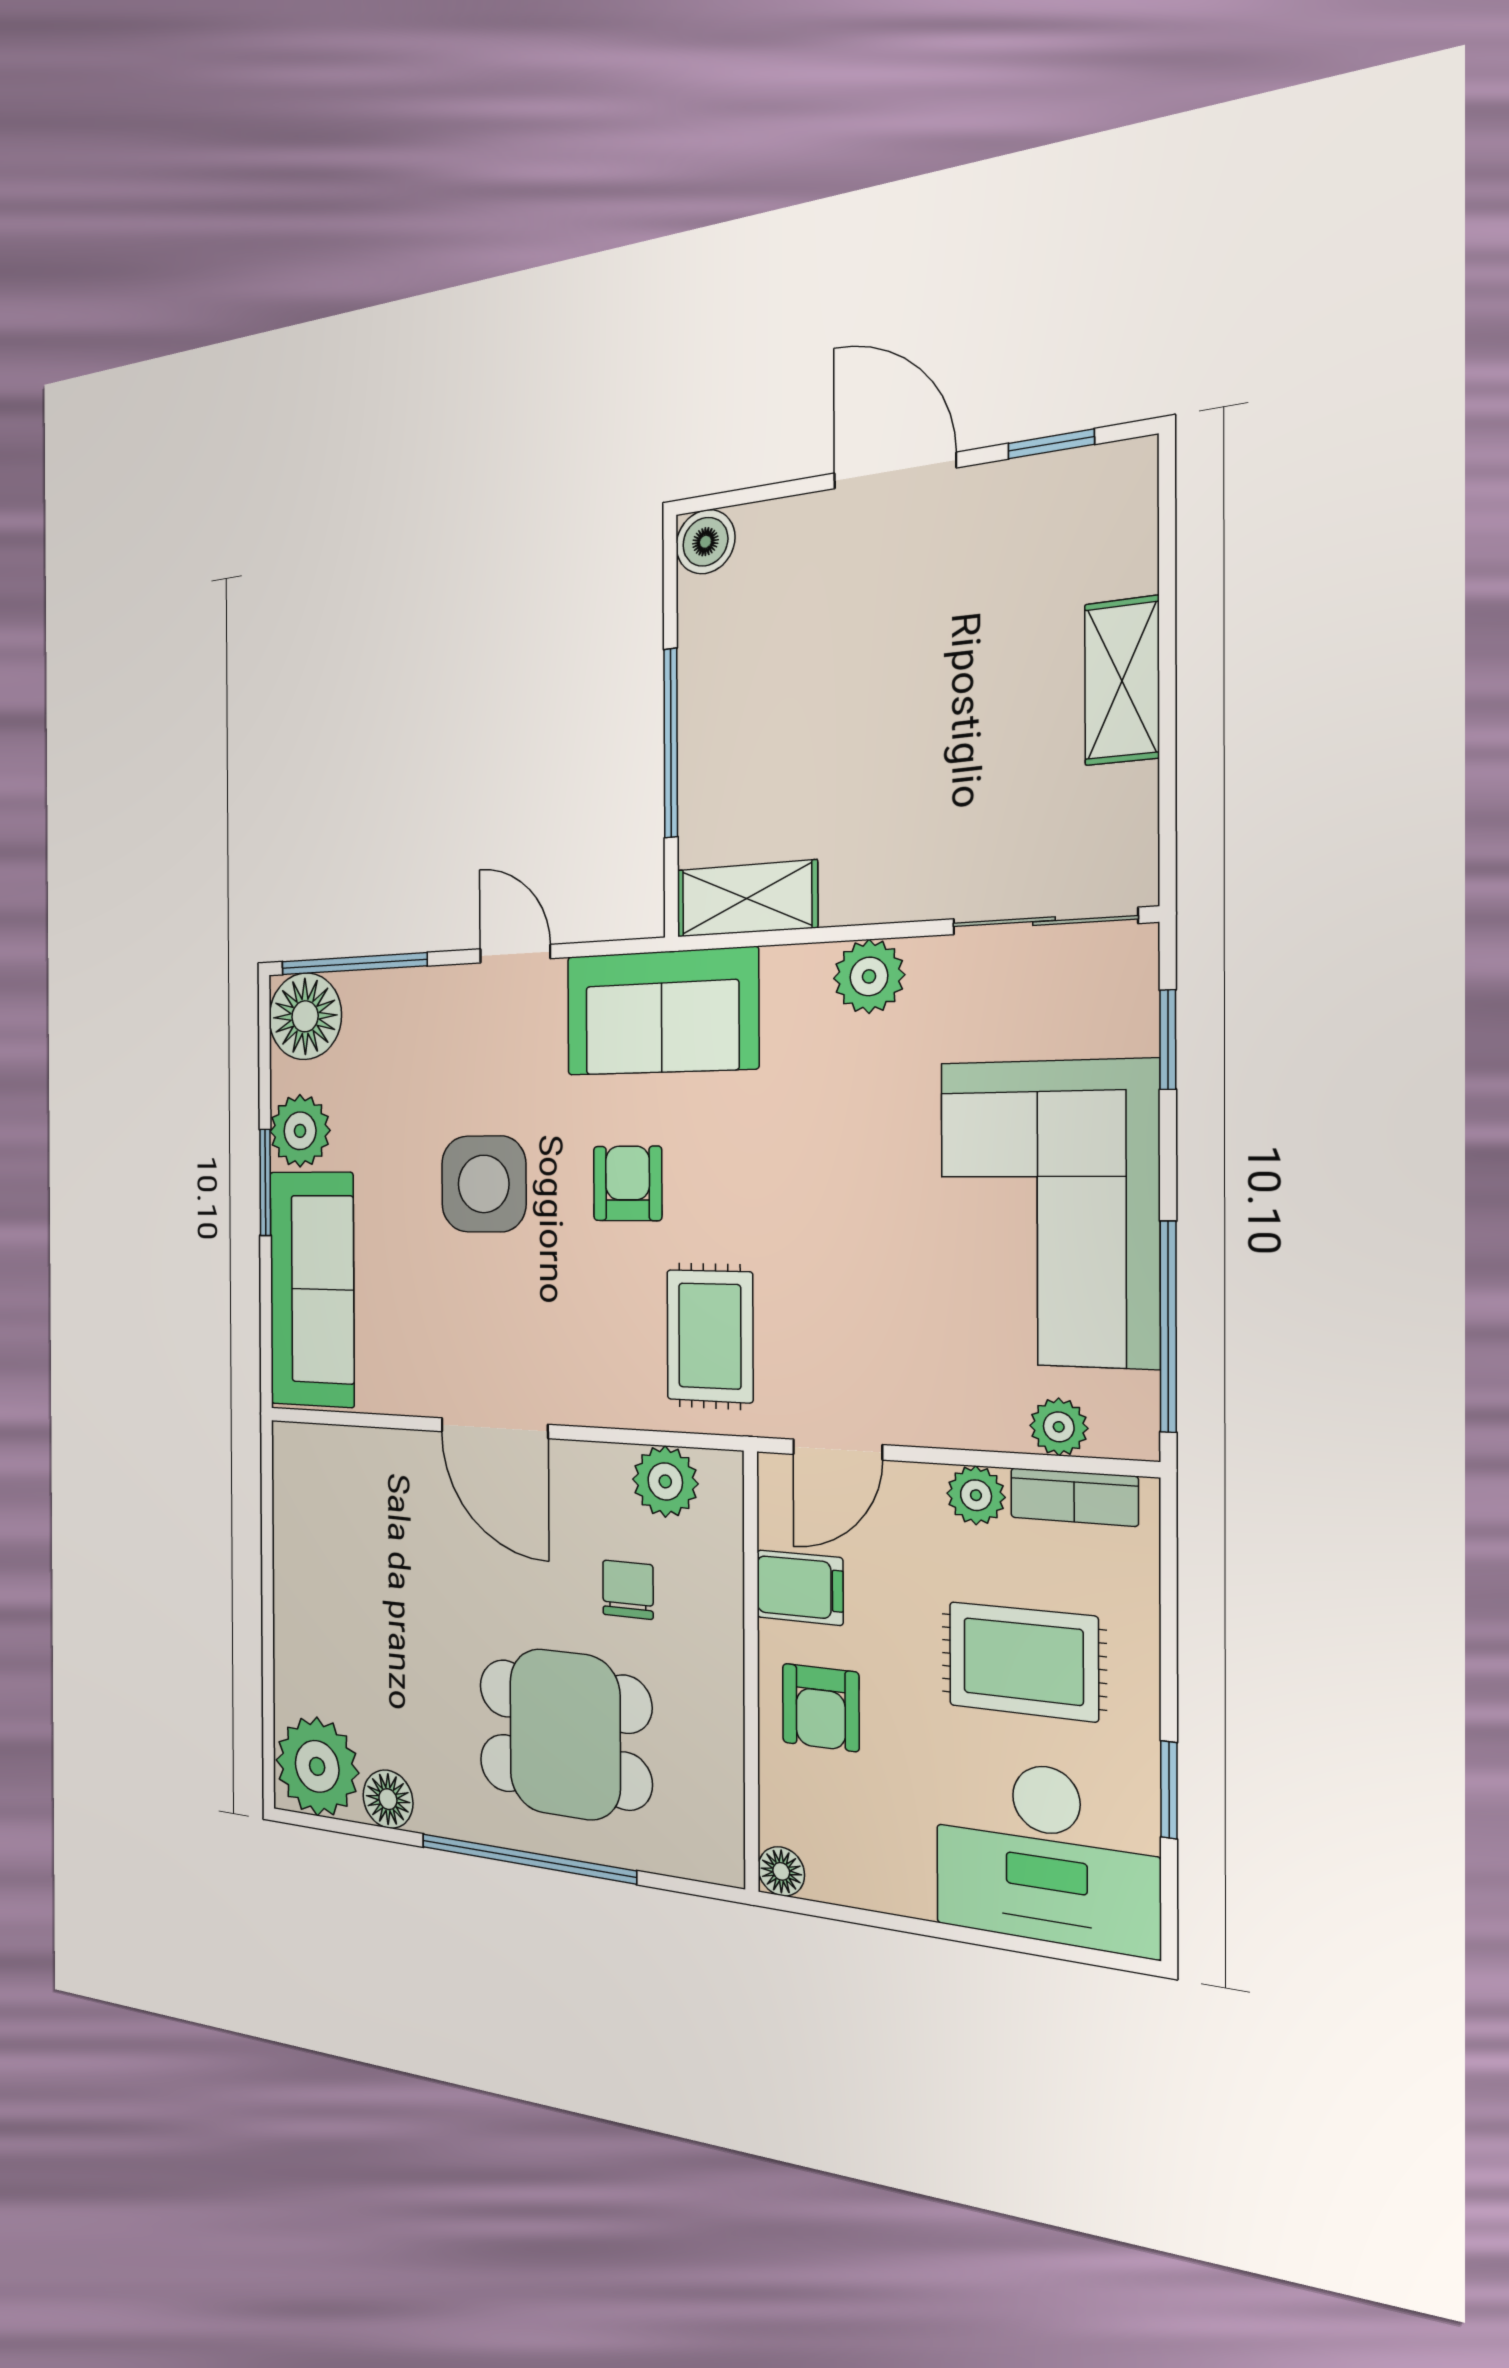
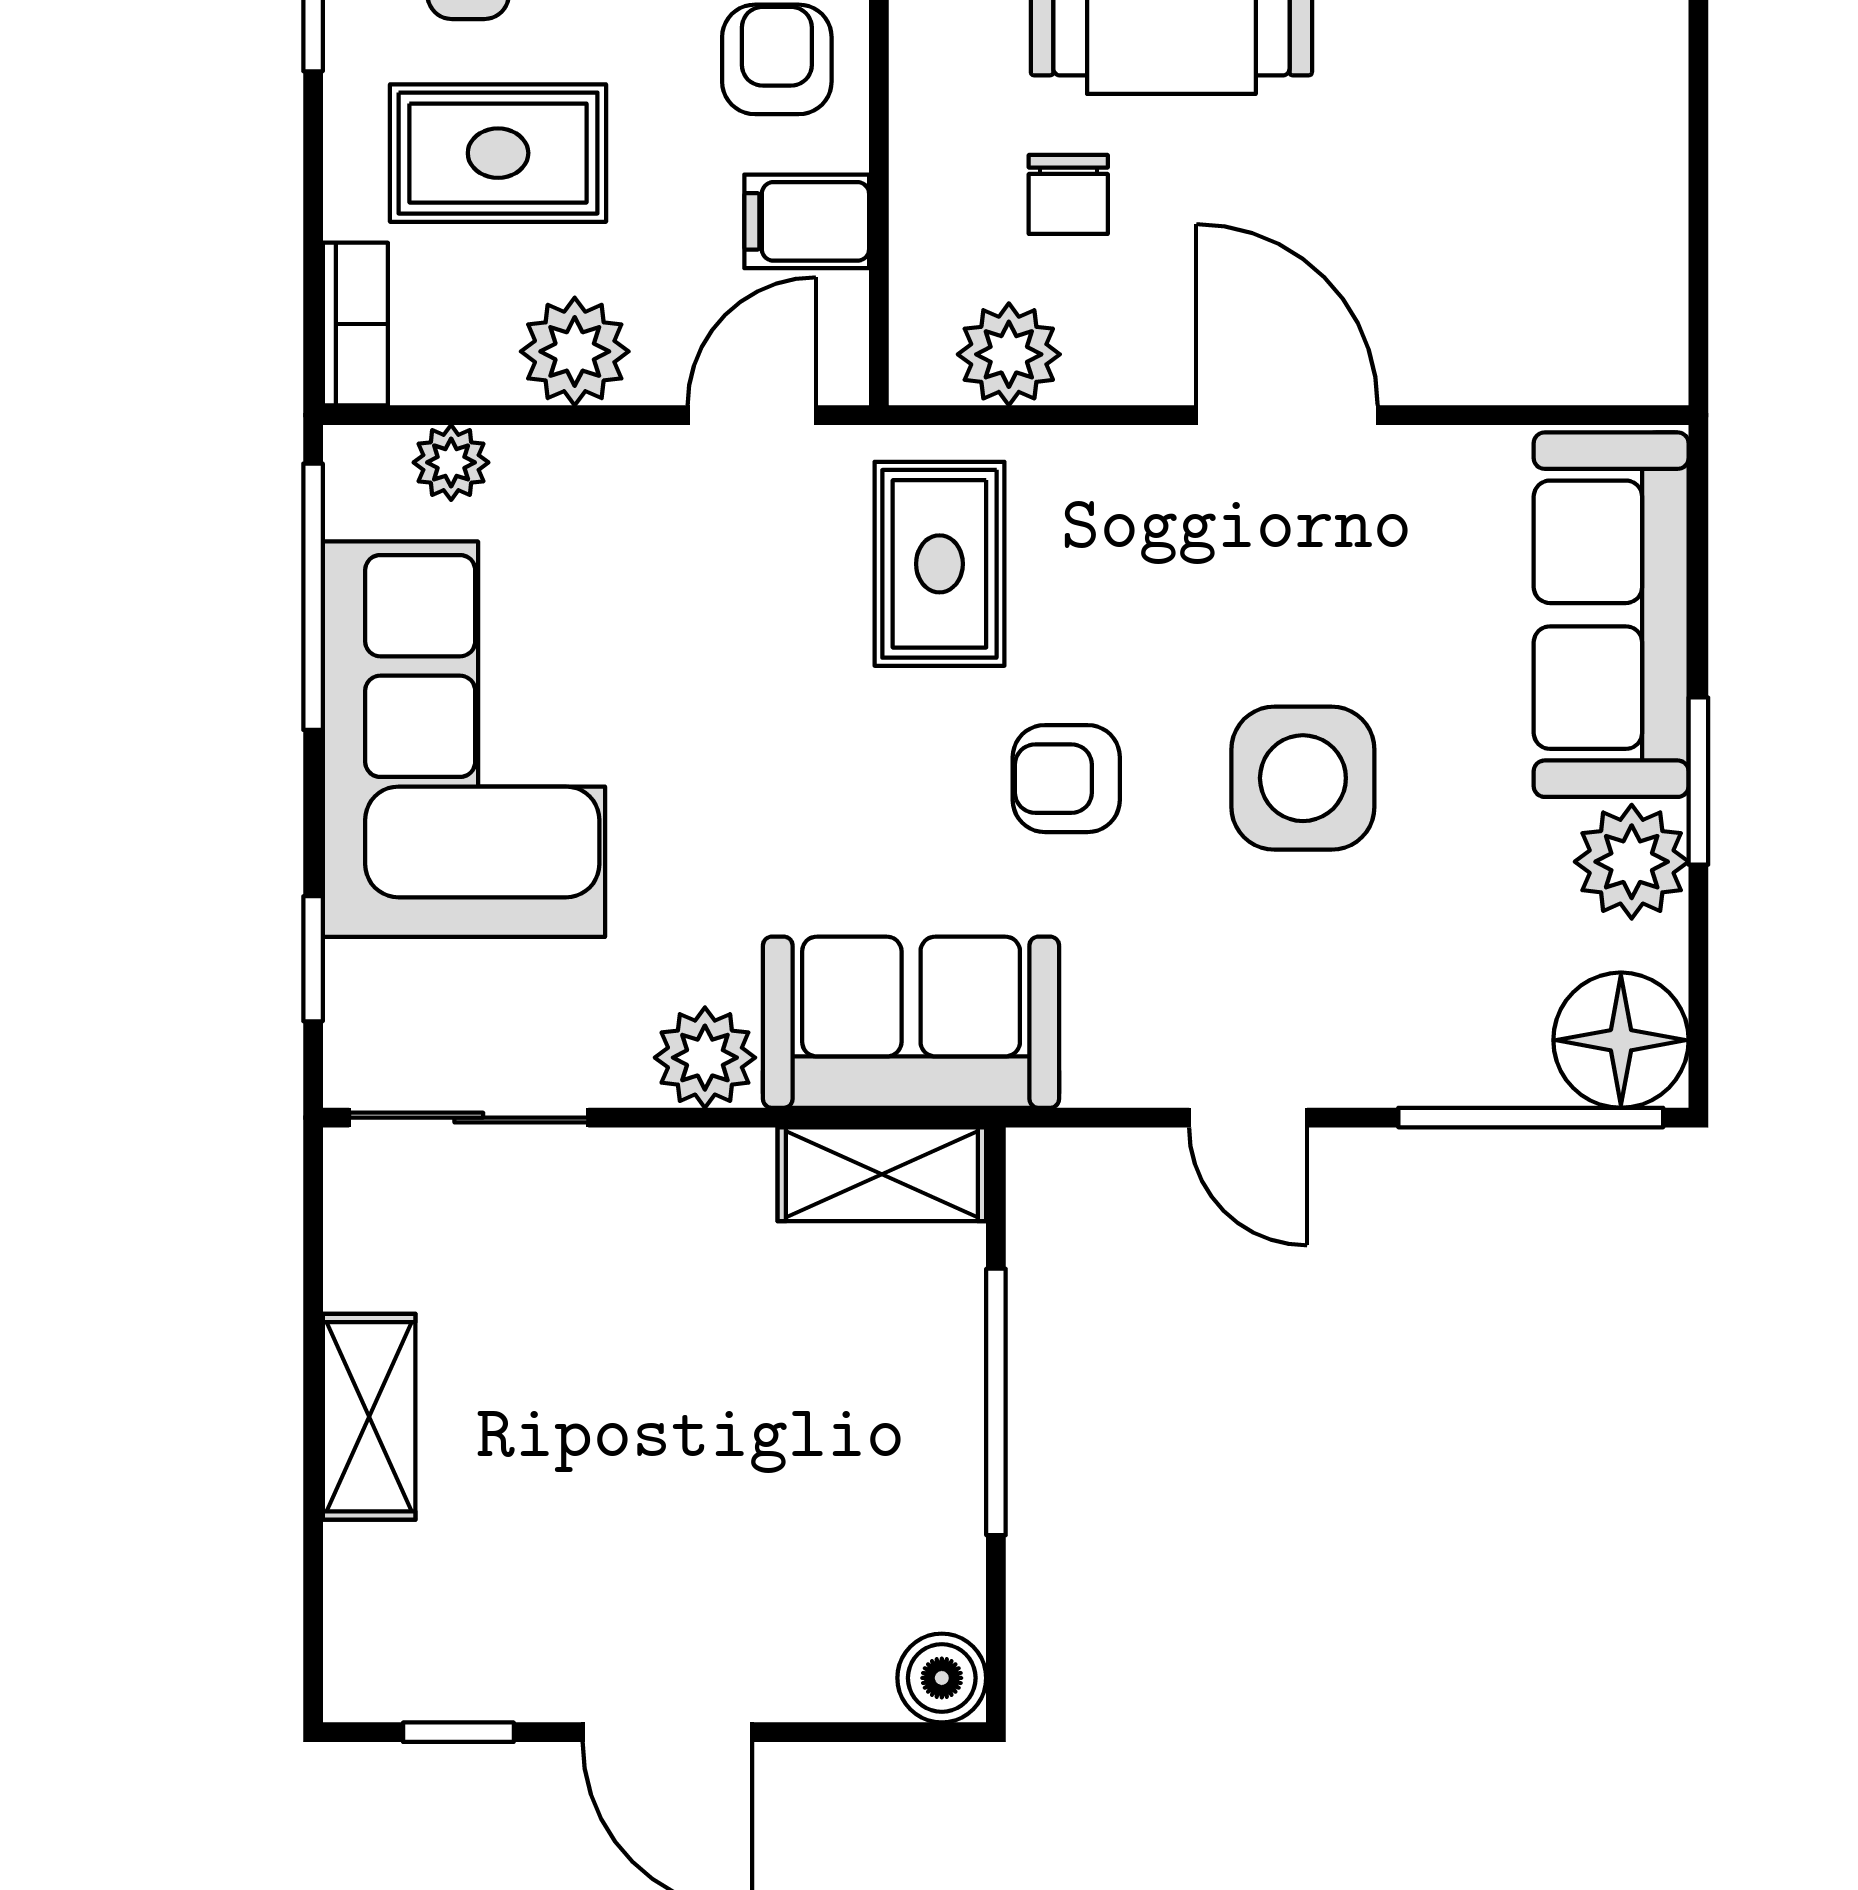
sofa: (661, 1012) -> (911, 1022), moved
armchair: (628, 1183) -> (1066, 779), turned 90
plant: (976, 1495) -> (575, 351), width x1.38, depth x1.38
bookcase: (1074, 1497) -> (355, 324), moved, turned 90

